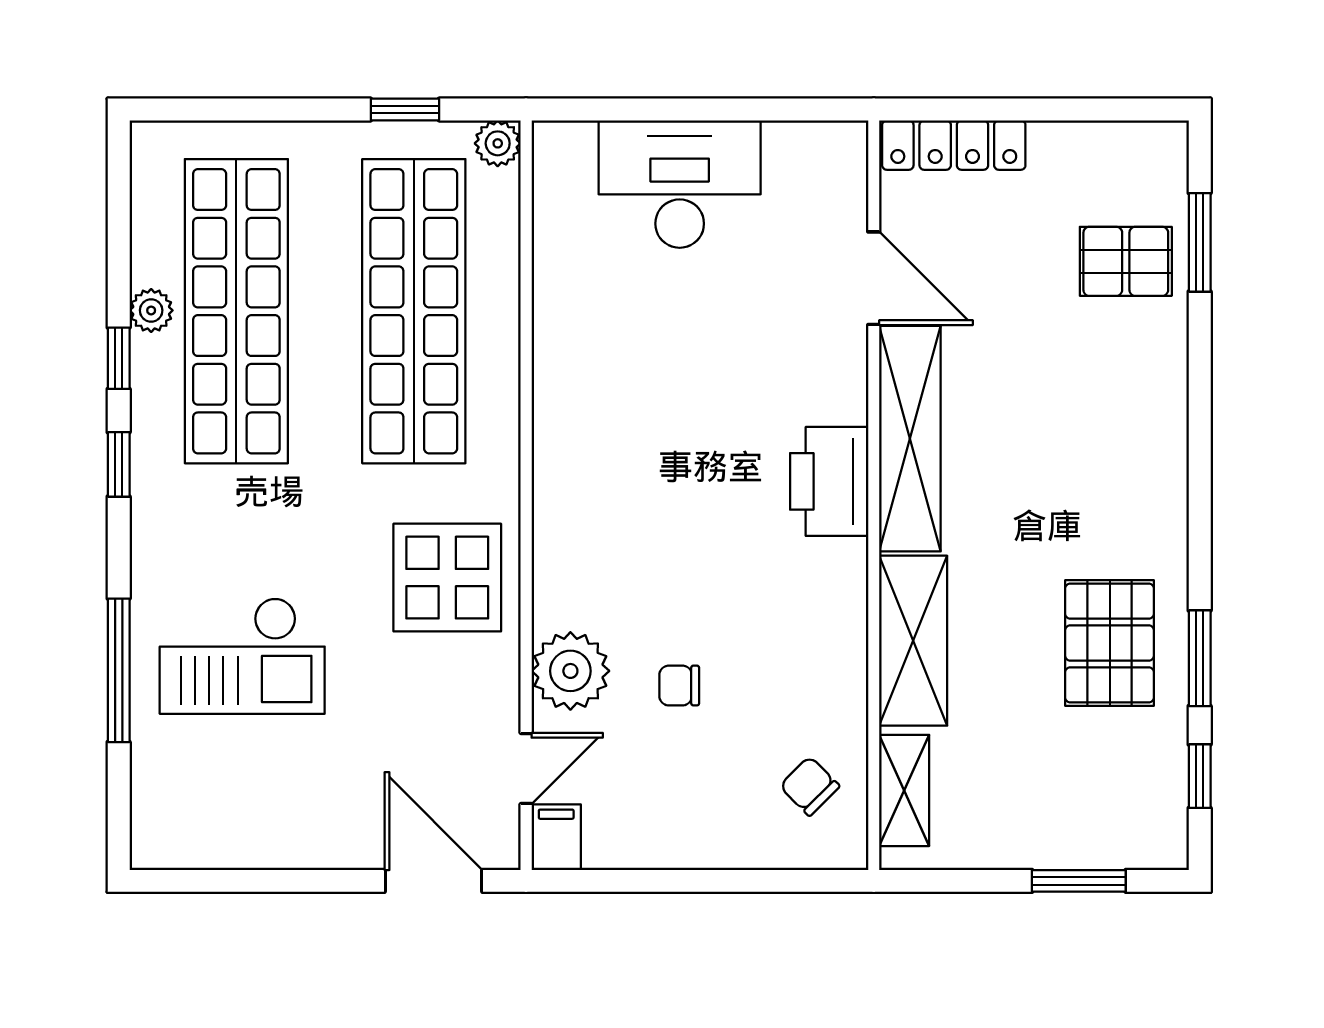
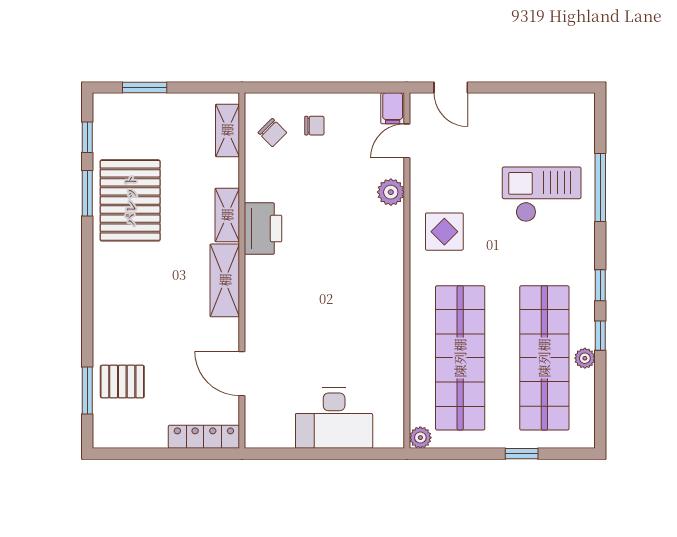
window: (405, 110) -> (522, 454), moved
shelving: (910, 439) -> (225, 280), width x0.68
printer: (829, 481) -> (263, 229), moved
display table: (447, 578) -> (444, 232), width x0.73, depth x0.73
shelving: (913, 641) -> (227, 215), width x0.67, depth x0.75
pallet: (1110, 643) -> (130, 200), width x1.37, depth x1.41
plant: (570, 671) -> (391, 192), width x0.73, depth x0.73
chair: (679, 686) -> (314, 126), moved
door: (433, 881) -> (451, 88), width x0.73

